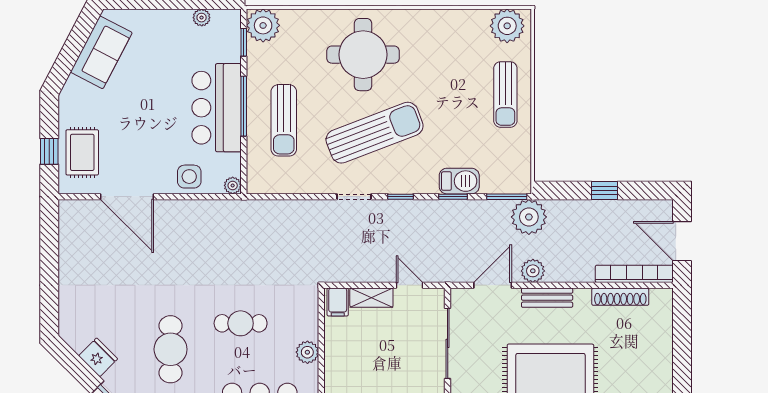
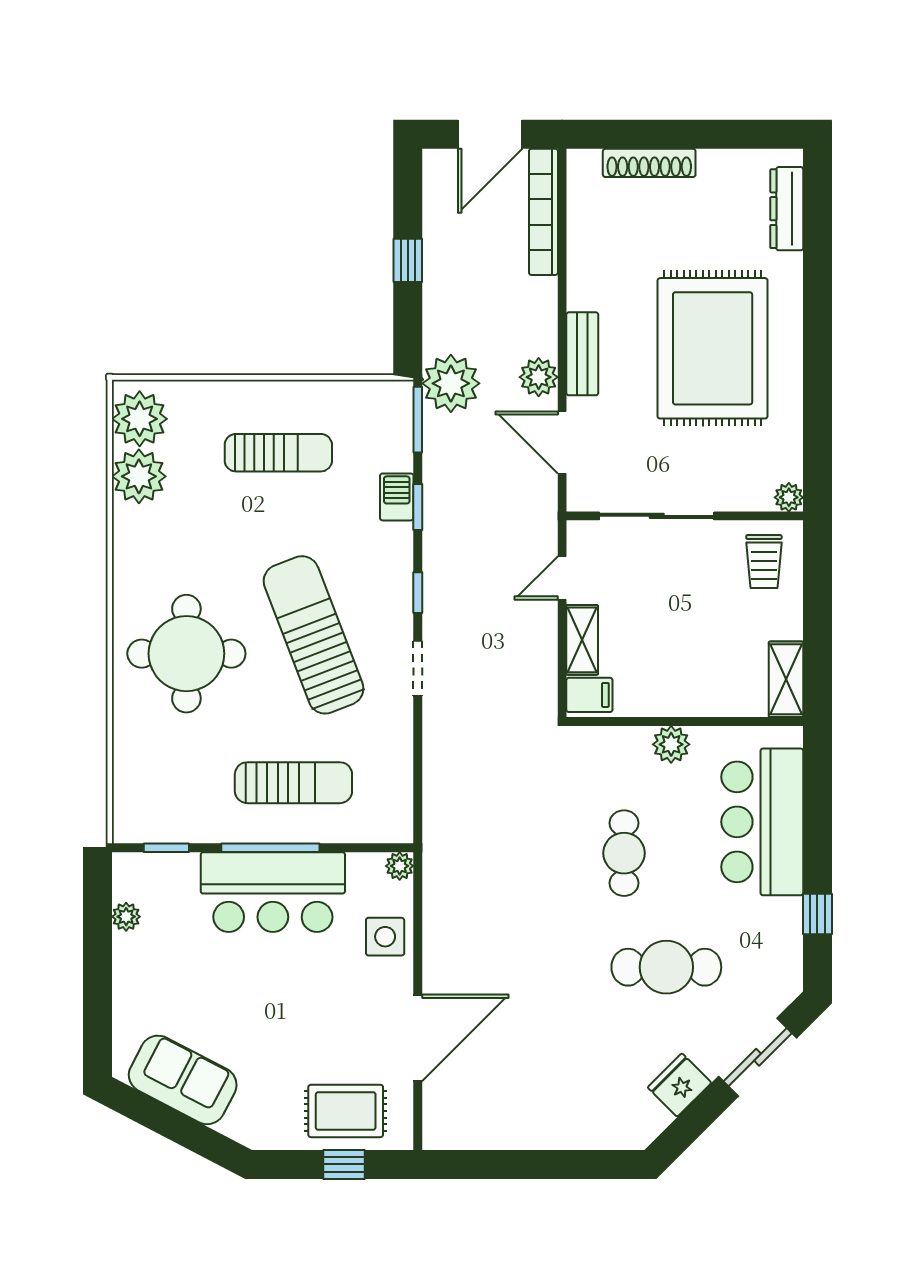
plant: (263, 25) -> (139, 476), moved
sun lounger: (505, 95) -> (278, 453), moved
barbecue: (459, 181) -> (397, 497), width x0.73, depth x0.79
shoe rack: (620, 297) -> (649, 163), moved, turned 90

